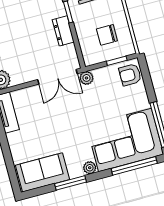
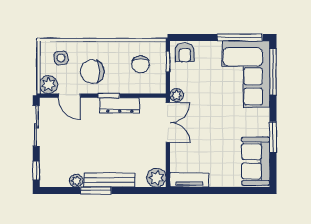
dresser: (63, 31) -> (120, 105), width x1.44
plant: (90, 168) -> (263, 115), removed

